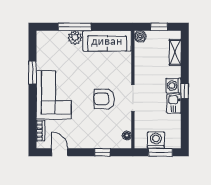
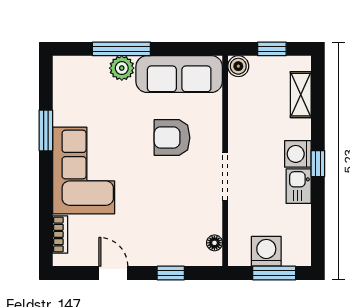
armchair: (104, 99) -> (172, 138), moved
door: (60, 152) -> (113, 273), moved

